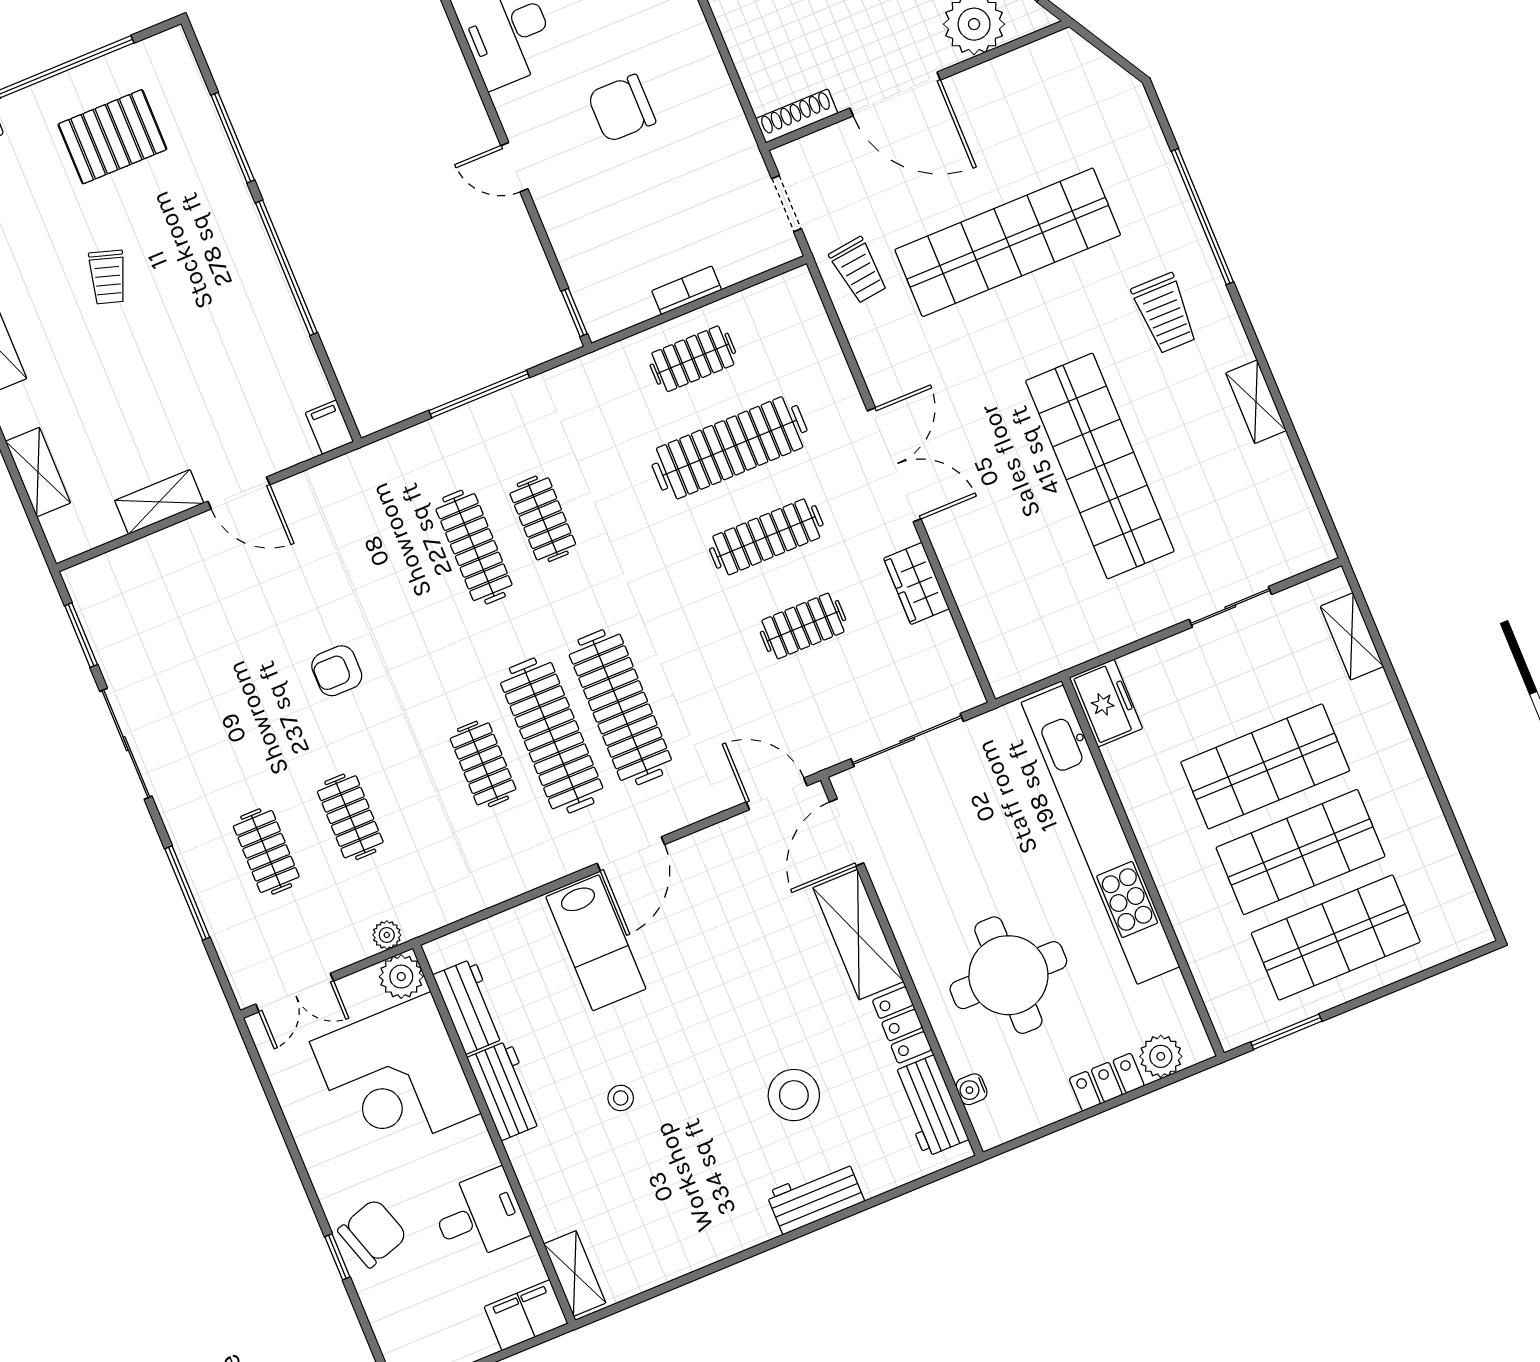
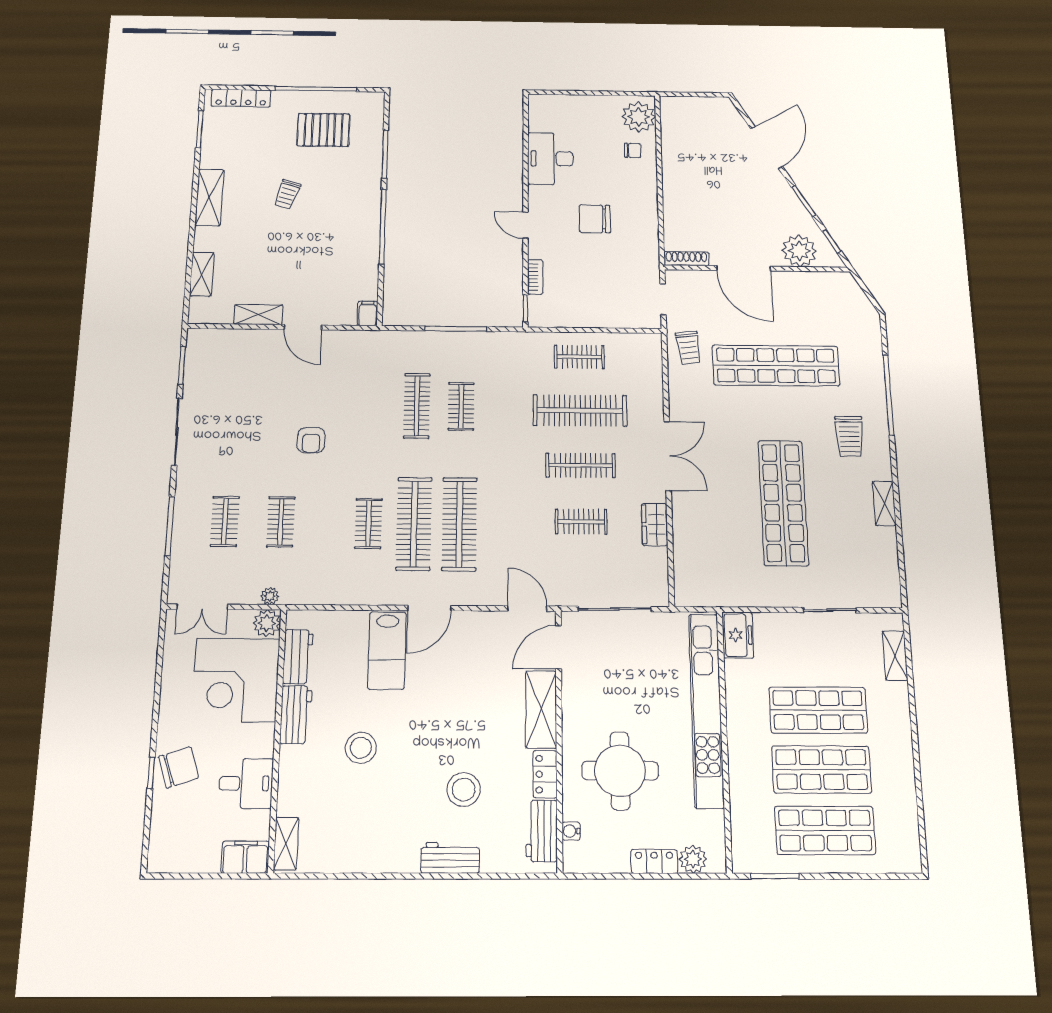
bookcase: (687, 290) -> (535, 277), moved, turned 90
armchair: (337, 671) -> (311, 440), turned -90
stool: (621, 1098) -> (361, 748), width x1.89, depth x1.89

